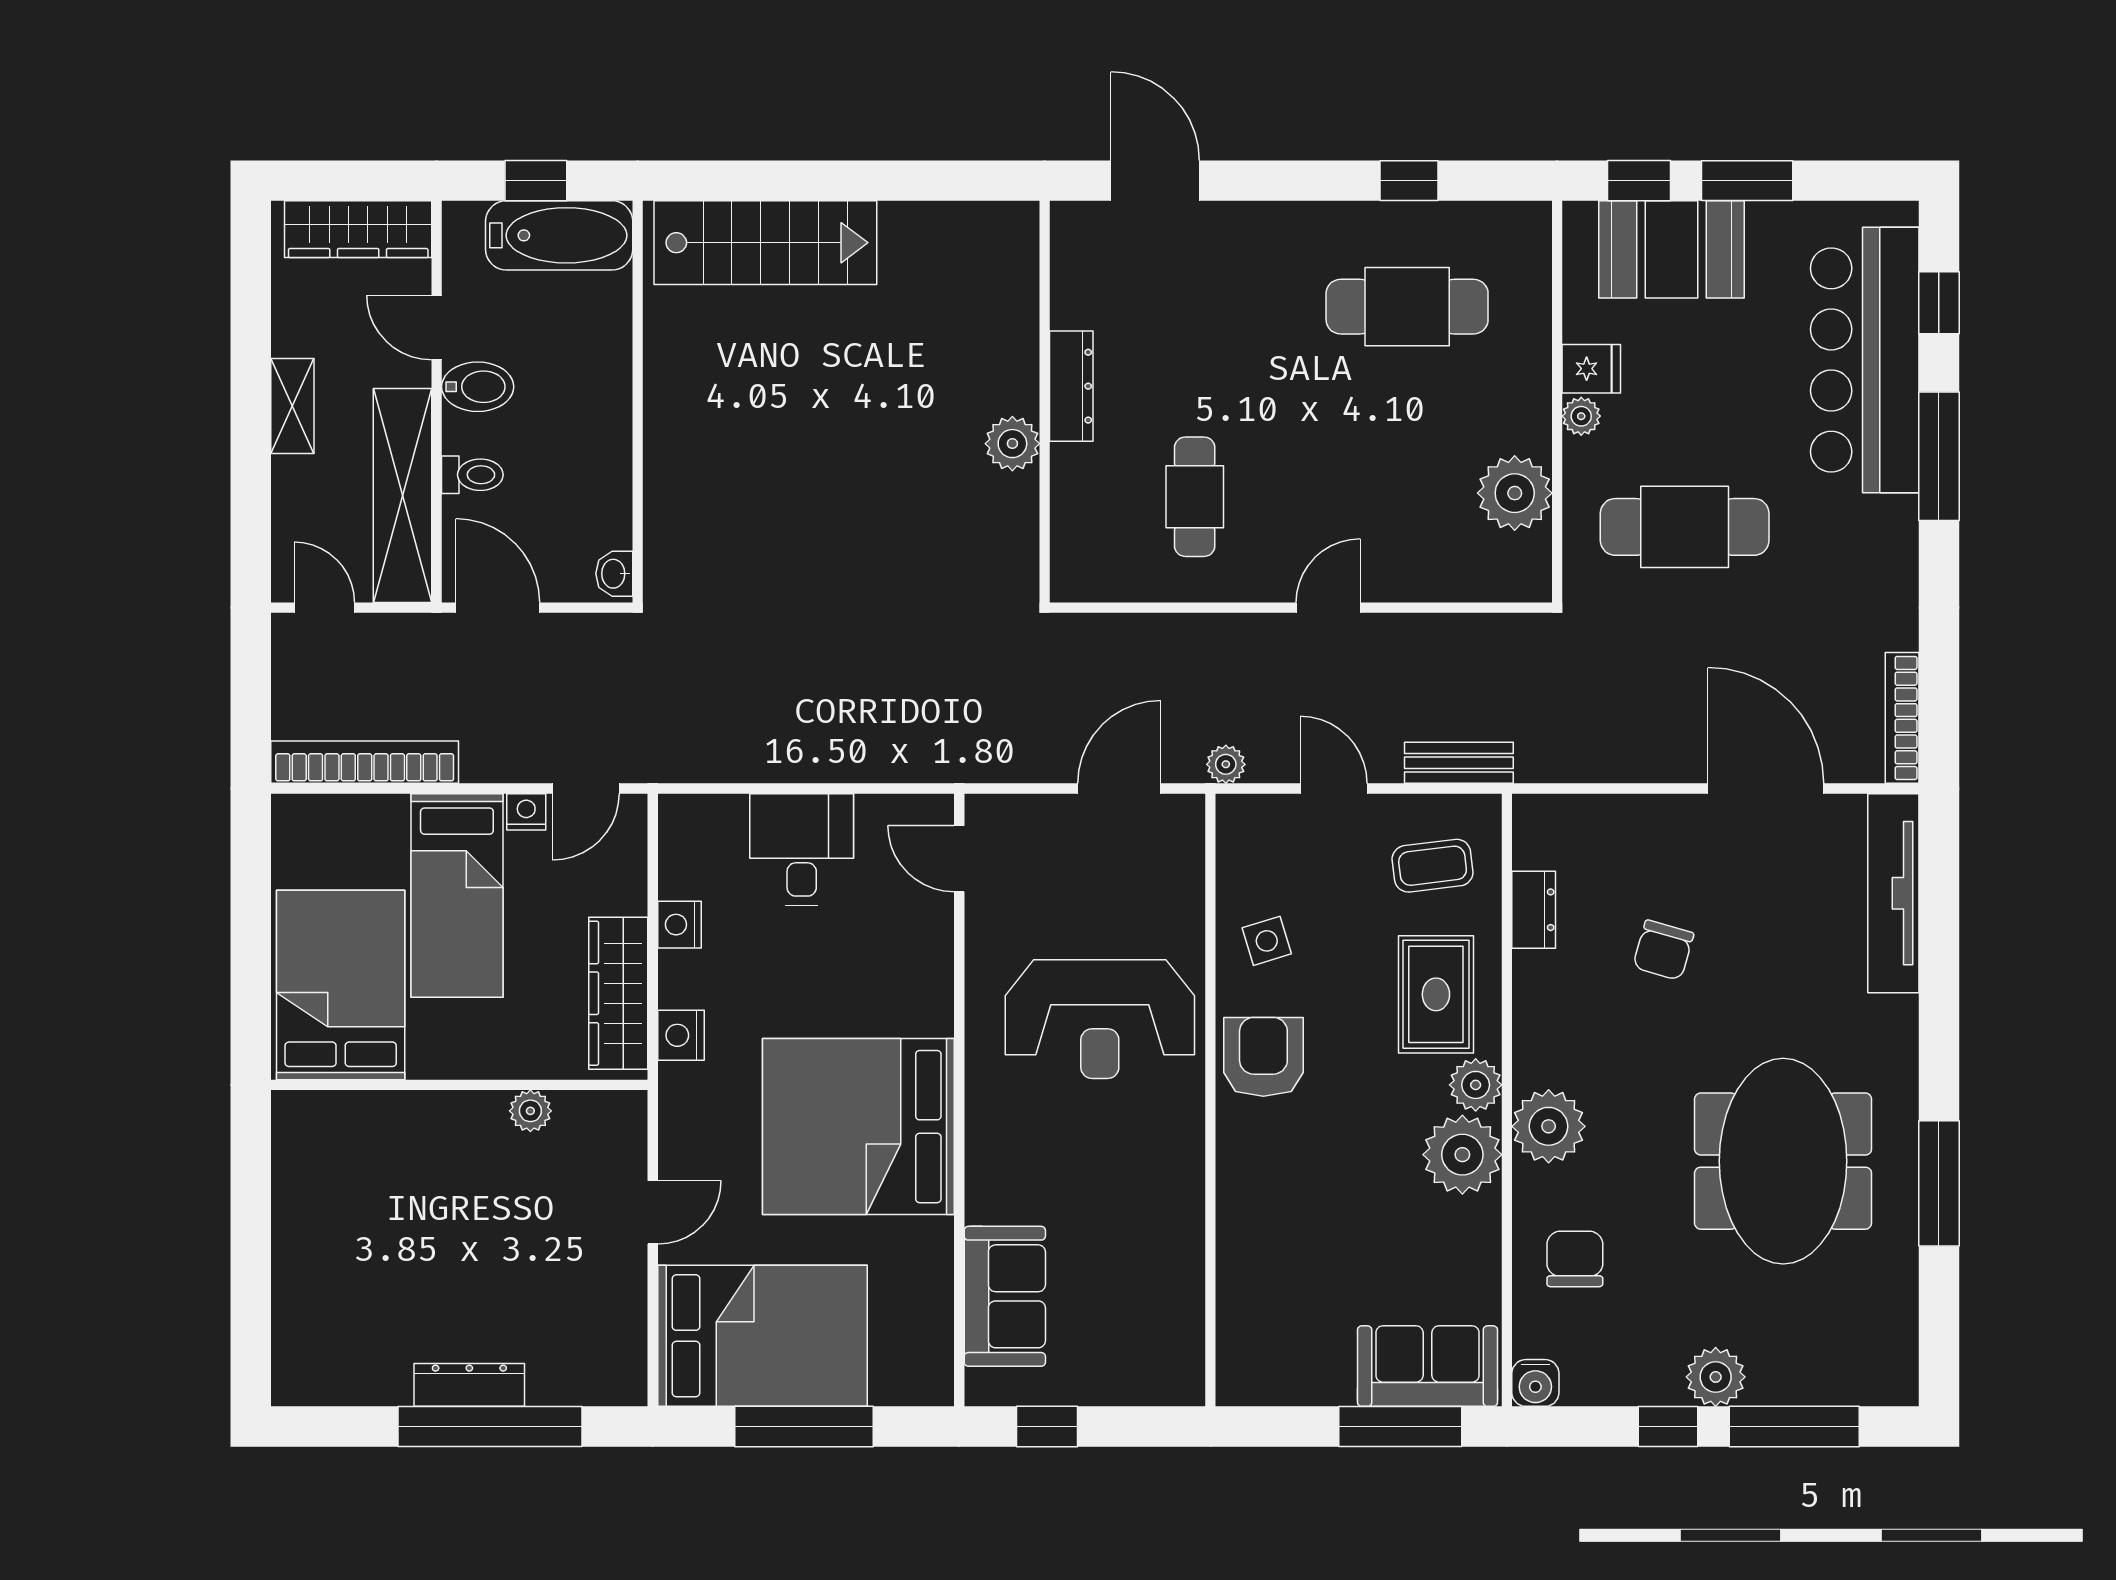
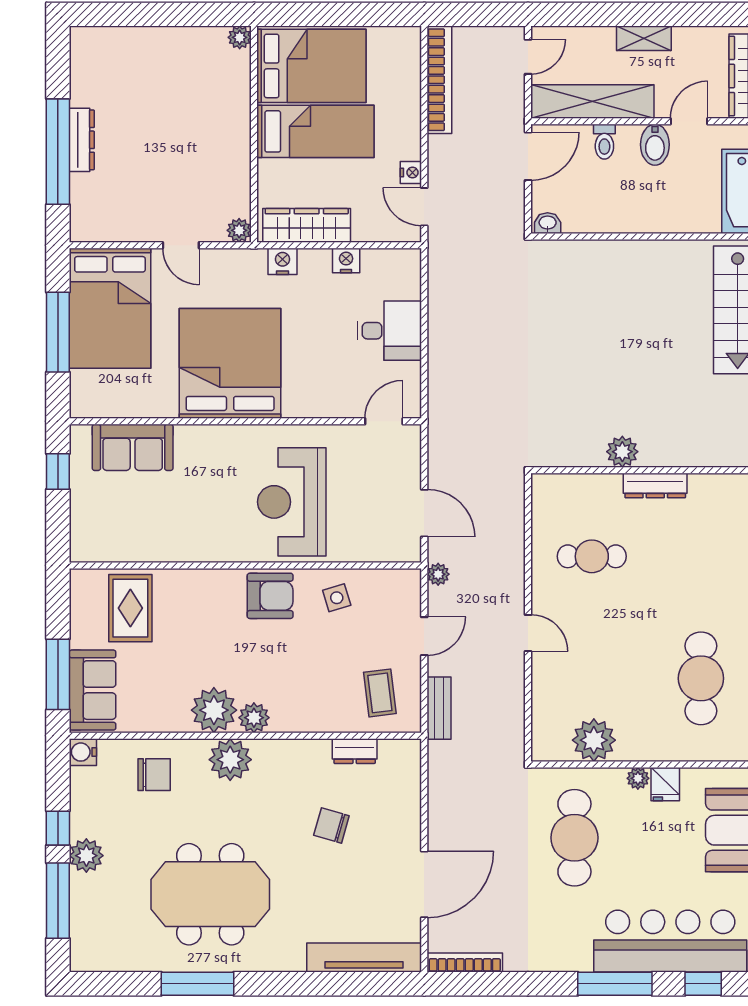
bed: (457, 895) -> (315, 131), moved, turned 180
rug: (1436, 994) -> (130, 608), moved, turned 90
plant: (291, 1110) -> (240, 37), added
plant: (530, 1111) -> (239, 230), moved

